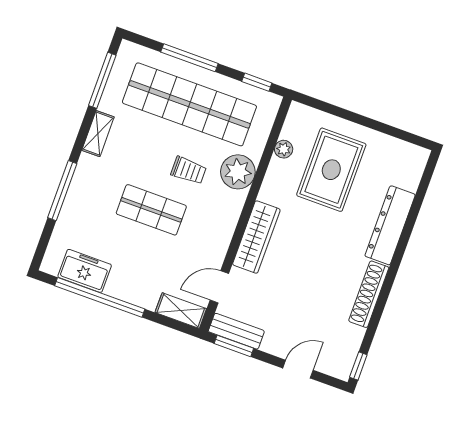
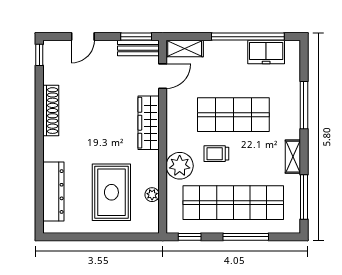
shop shelf: (151, 210) -> (233, 115), width x1.43, depth x1.36
dresser: (390, 225) -> (53, 192), moved

